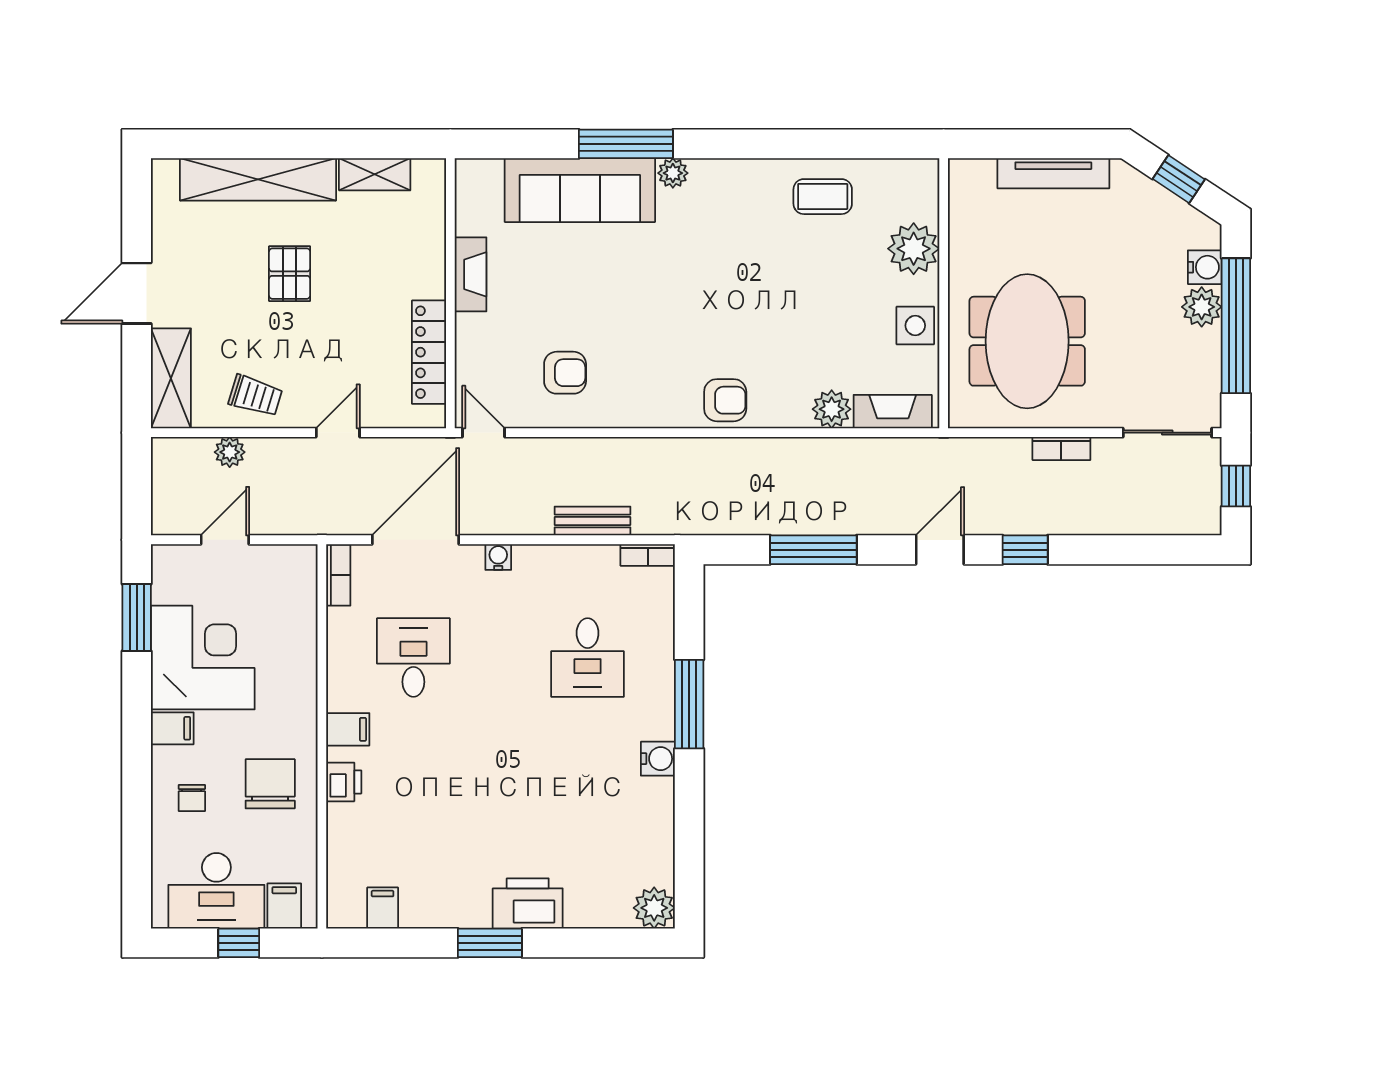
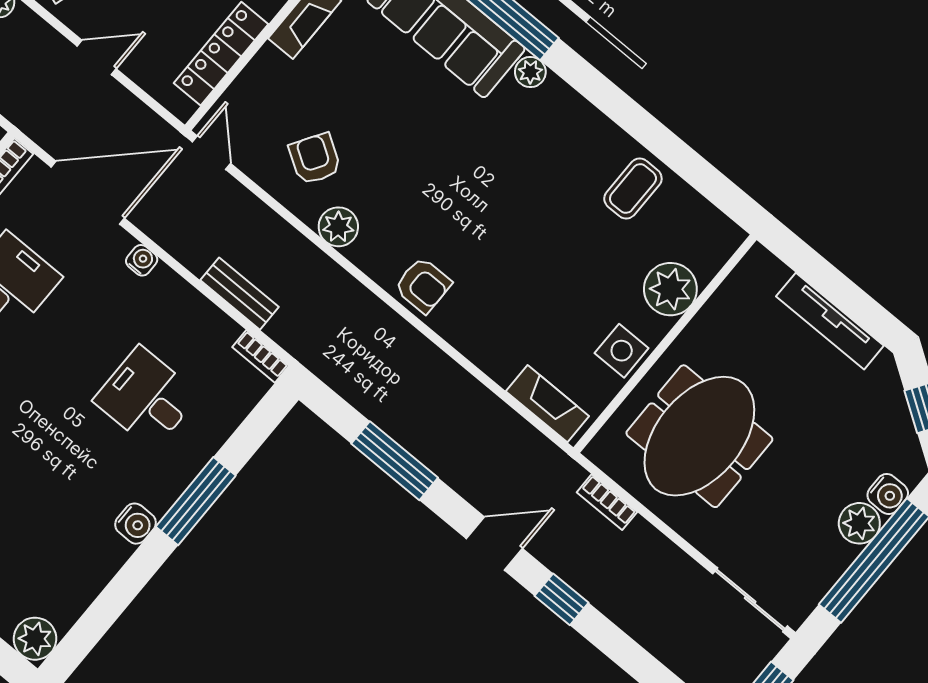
coffee table: (823, 197) -> (633, 189), turned 90
armchair: (565, 373) -> (315, 159), turned -148
plant: (832, 409) -> (338, 227), moved
bookcase: (1061, 448) -> (607, 502), moved
desk: (588, 657) -> (146, 398), turned 90

